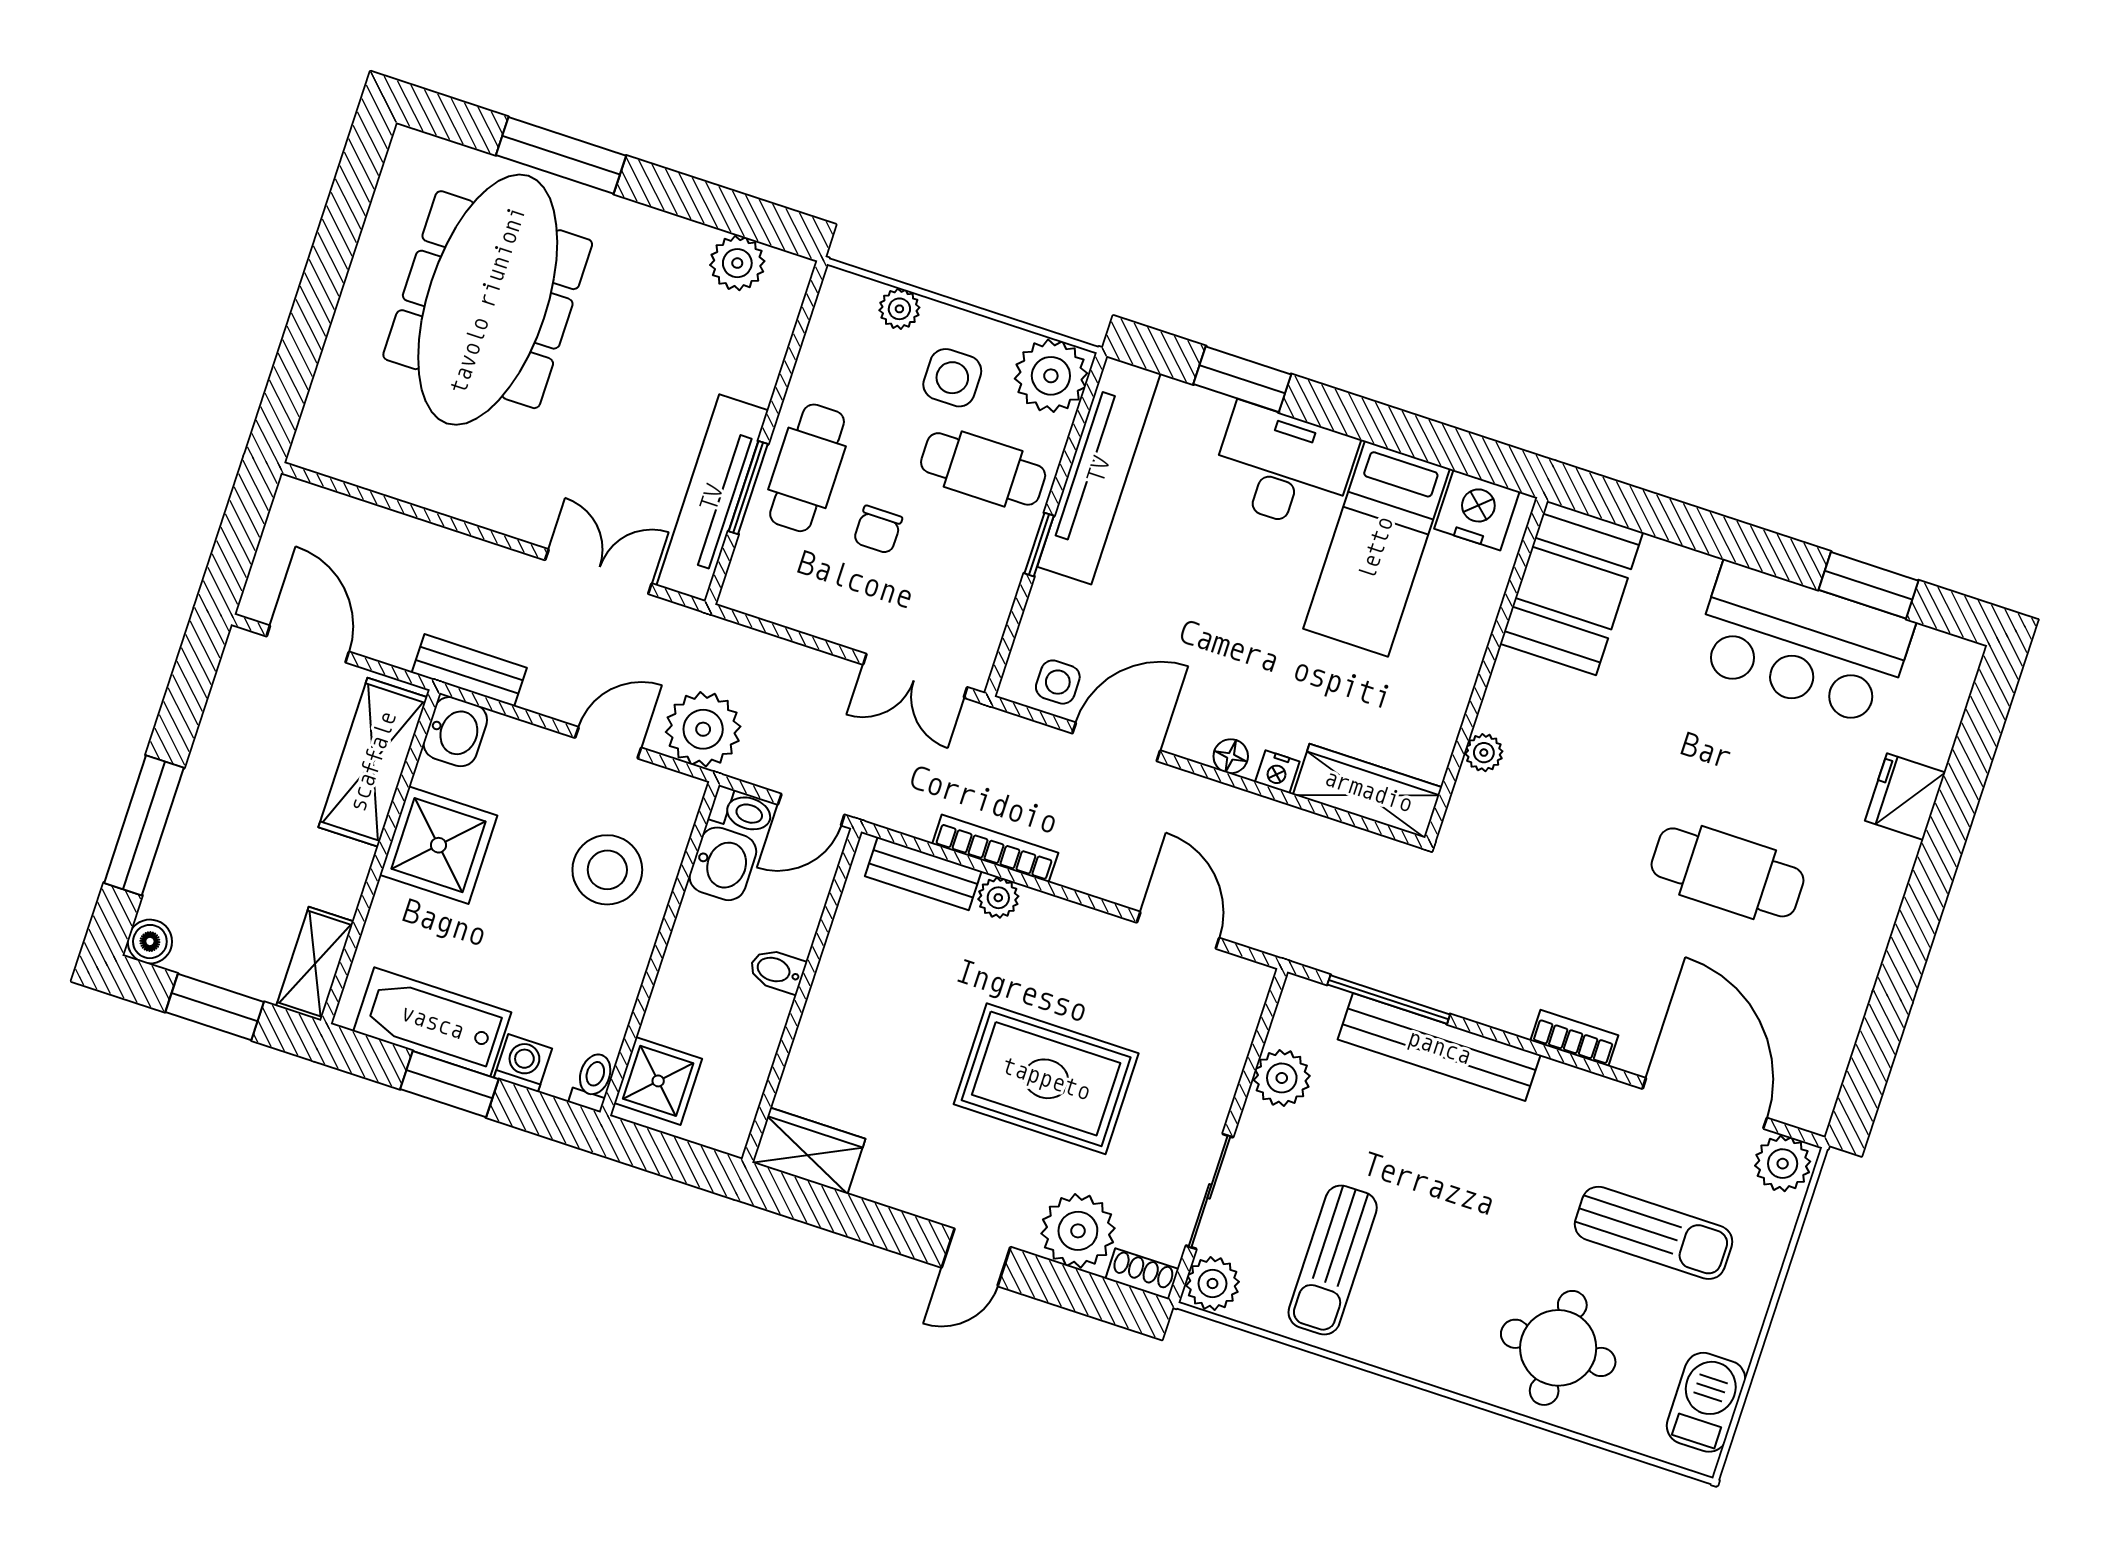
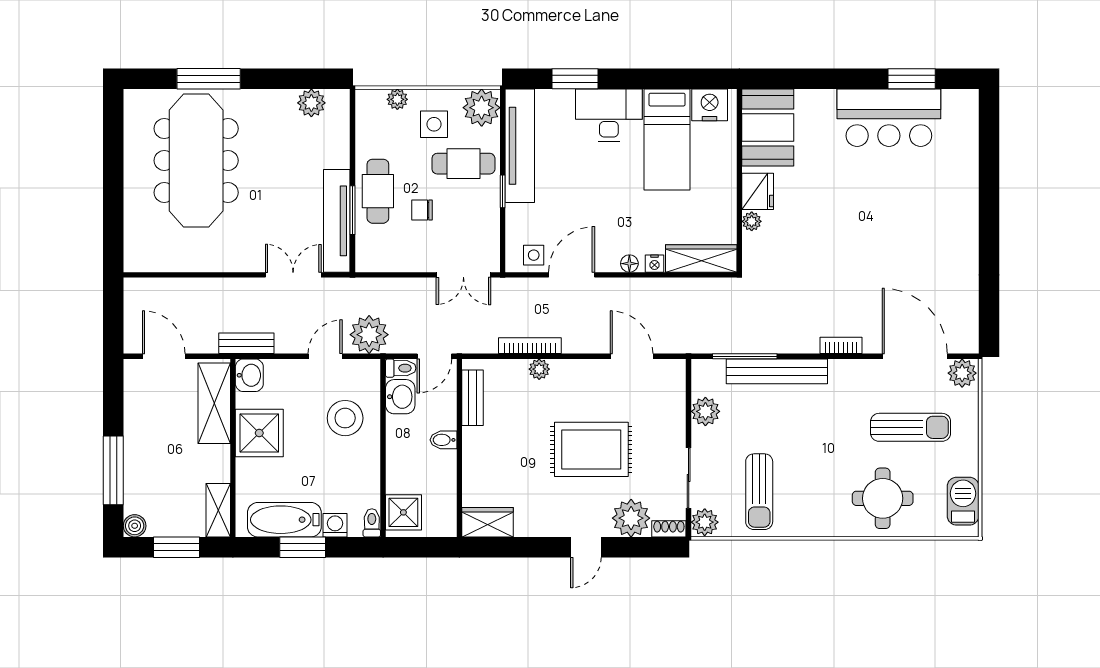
chair: (878, 530) -> (422, 210), turned 90
fridge: (1905, 797) -> (758, 191), moved, turned 180
cafe table: (1728, 872) -> (889, 241), removed
bench: (923, 874) -> (473, 398), moved, turned 90

